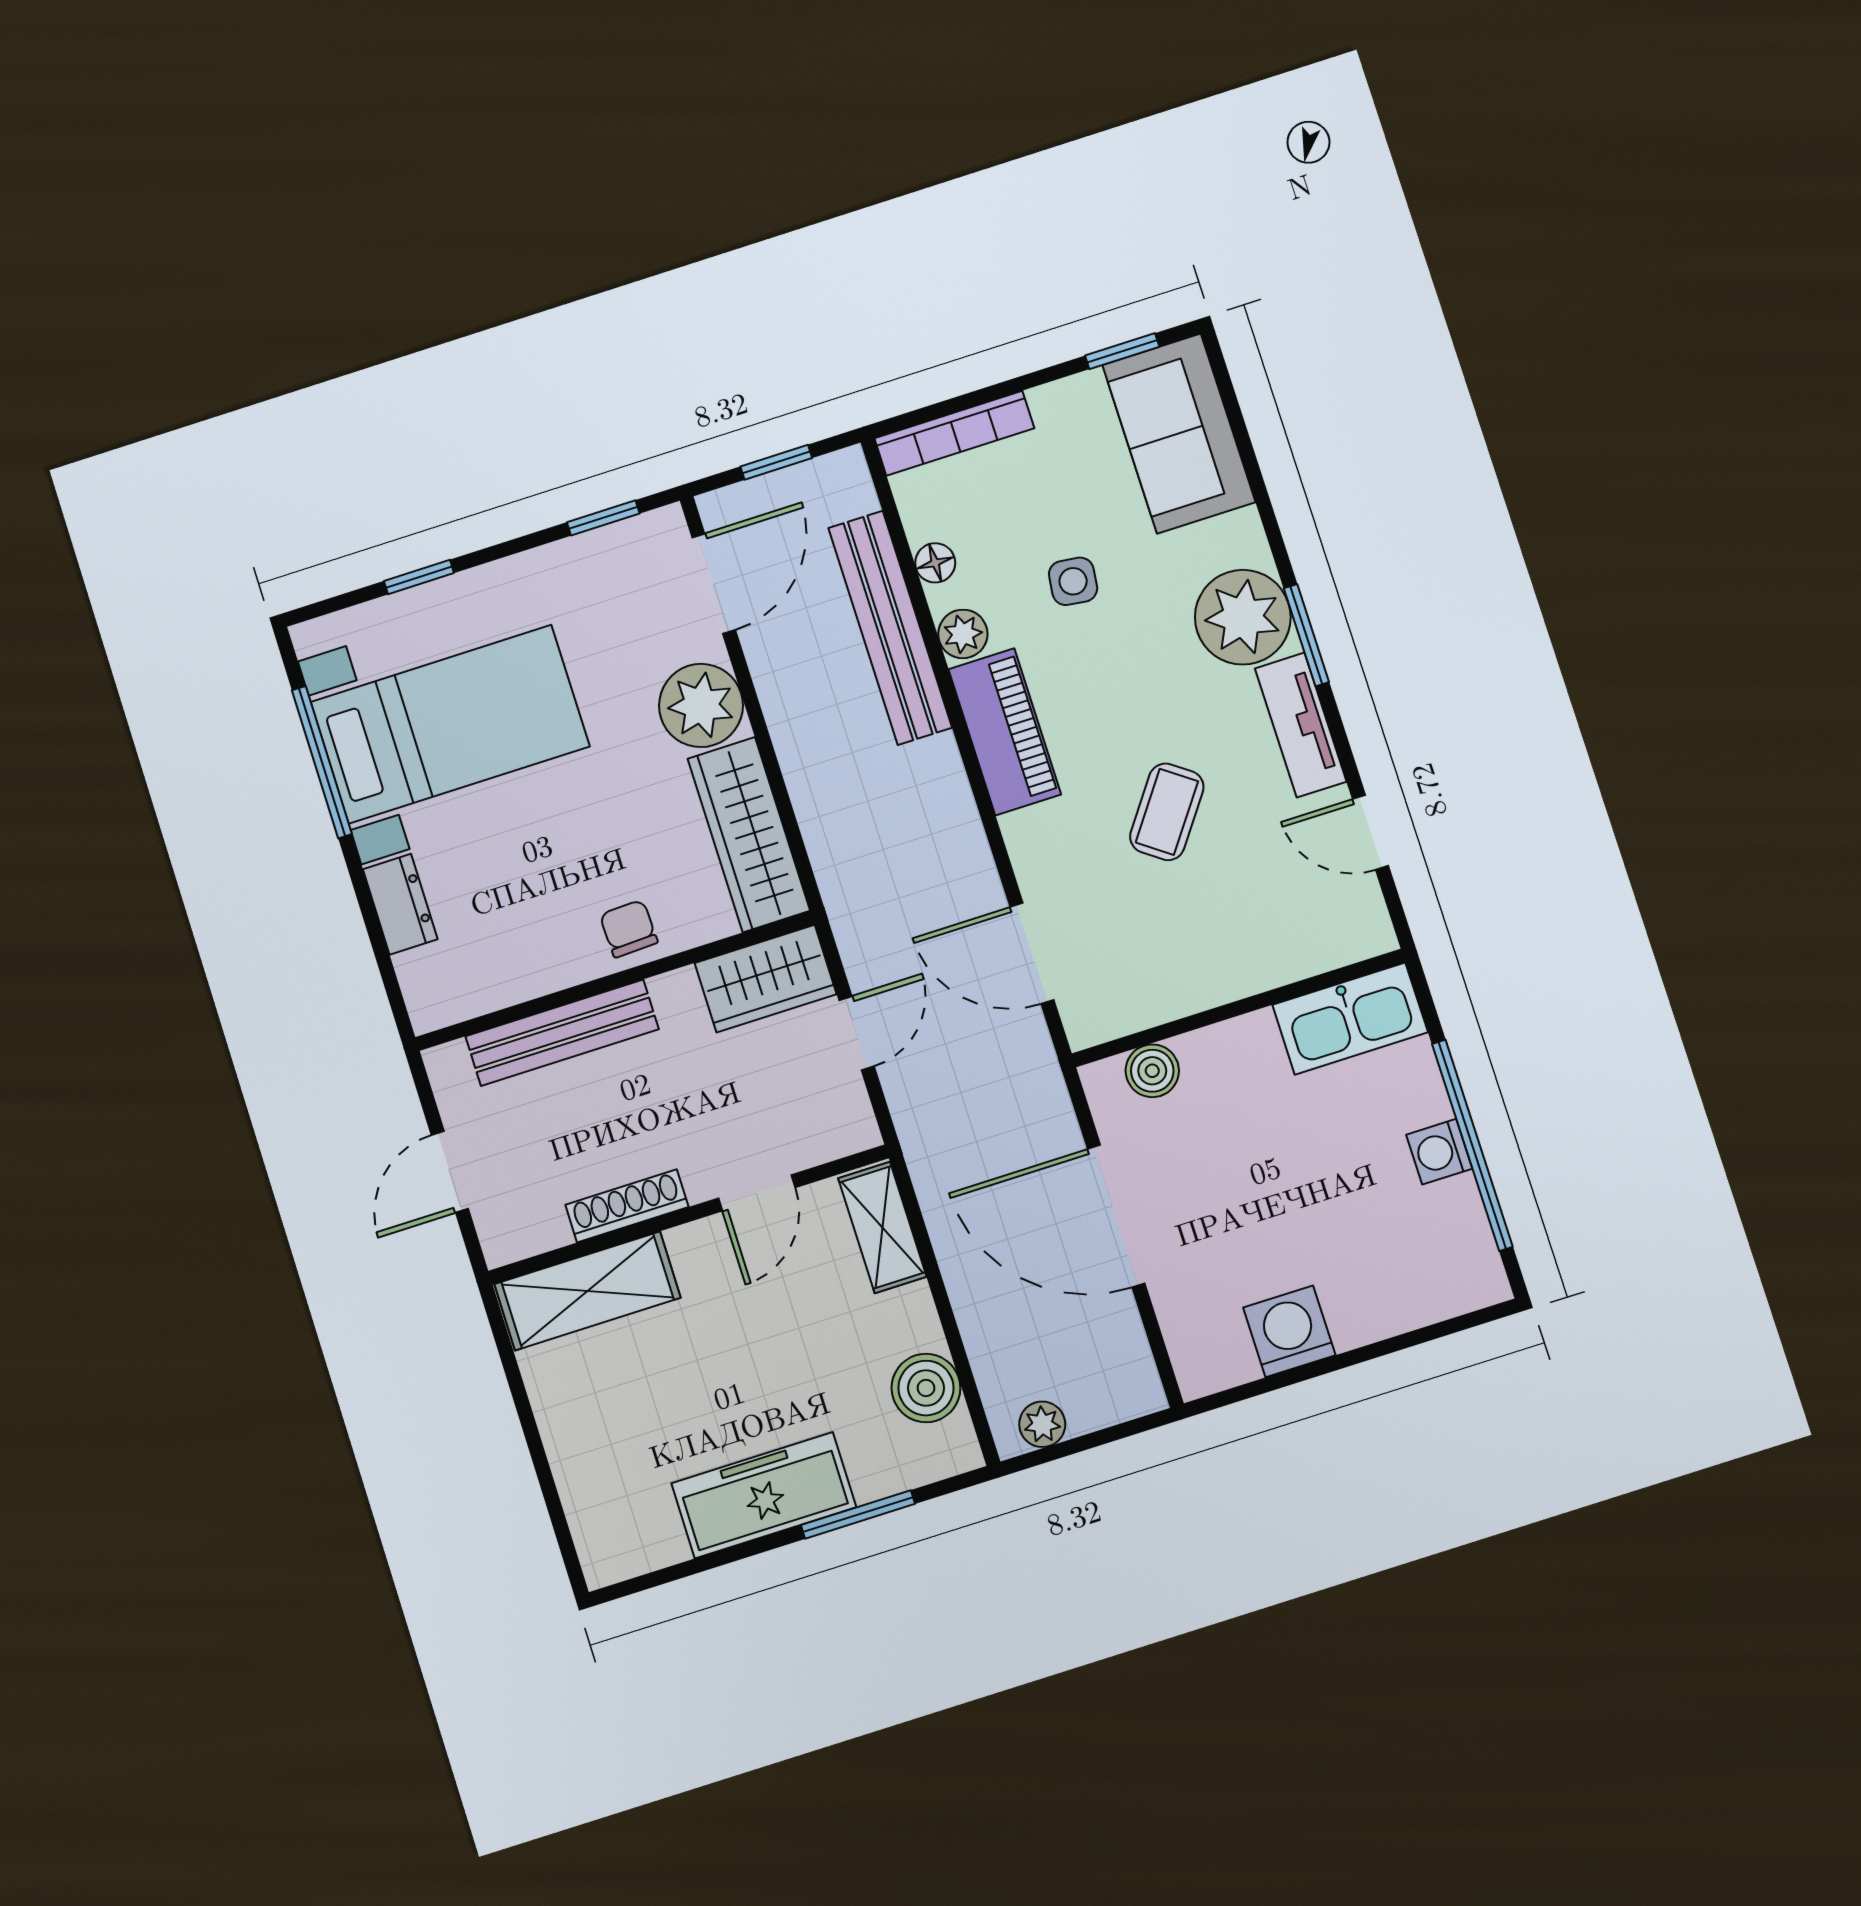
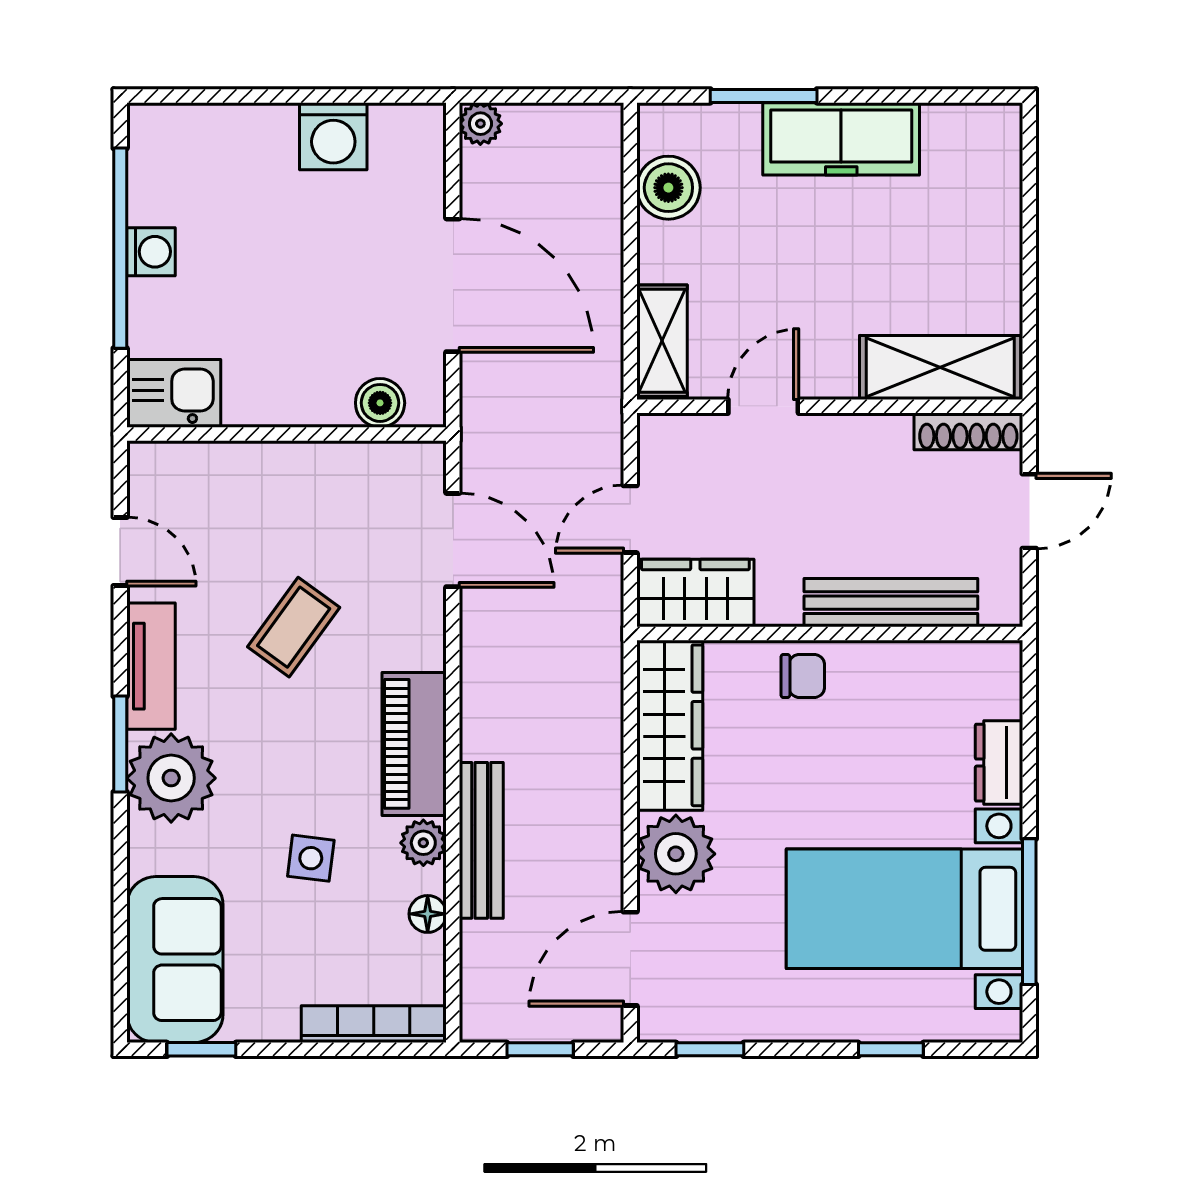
bench: (890, 628) -> (481, 840), width x0.73, depth x0.82
chair: (629, 929) -> (803, 676), turned -88
kitchen sink: (1350, 1019) -> (174, 393), width x0.73
shoe rack: (627, 1206) -> (968, 431), moved
plant: (1042, 1424) -> (480, 124), moved

